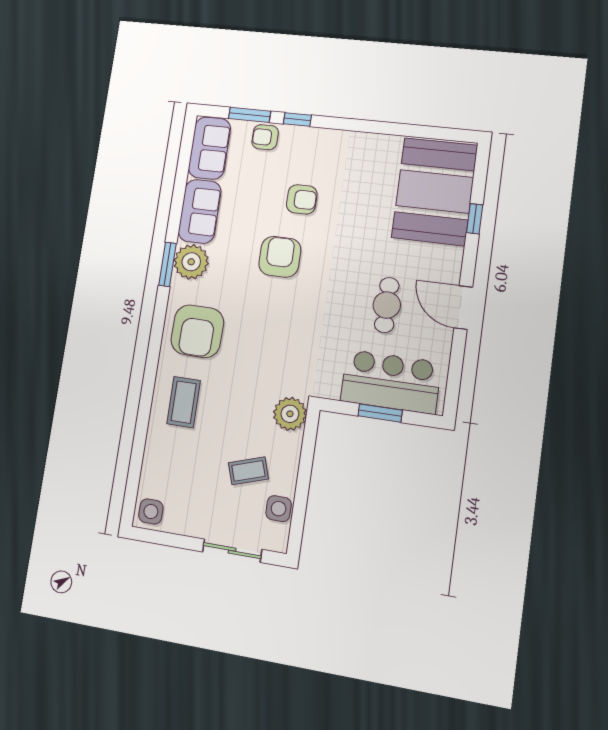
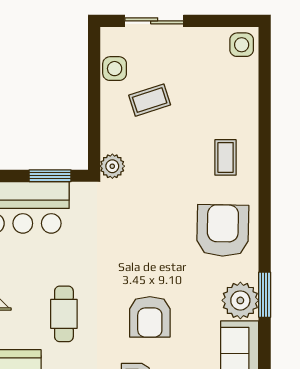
cafe table: (387, 305) -> (64, 314), moved
coffee table: (184, 402) -> (226, 157), width x0.73, depth x0.77
window: (380, 413) -> (50, 176), moved
plant: (290, 414) -> (112, 166), width x0.73, depth x0.73

